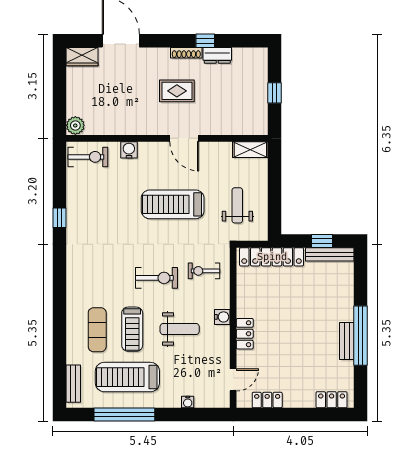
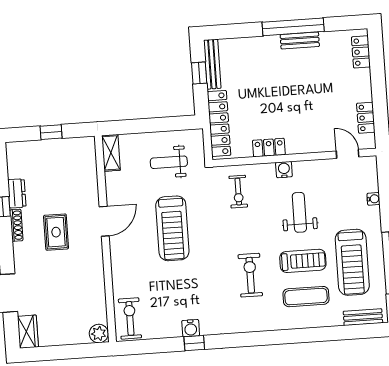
water cooler: (129, 150) -> (191, 328), moved, turned -90
exercise bike: (156, 278) -> (250, 275), moved
locker: (245, 334) -> (269, 148), moved

